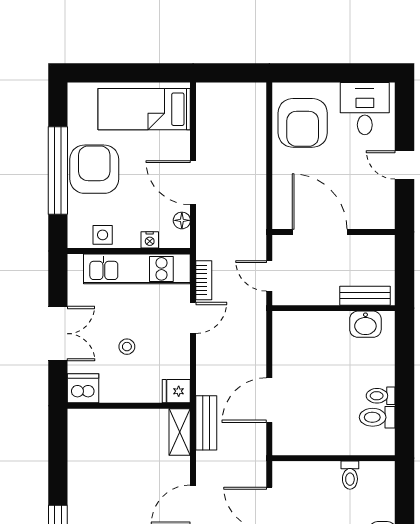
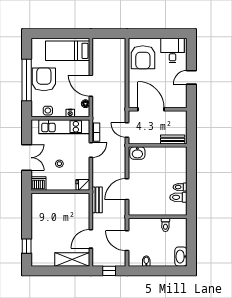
door: (405, 165) -> (191, 77), hinge flipped
washbasin: (365, 324) -> (137, 153), moved
shelving: (180, 432) -> (85, 204), removed

